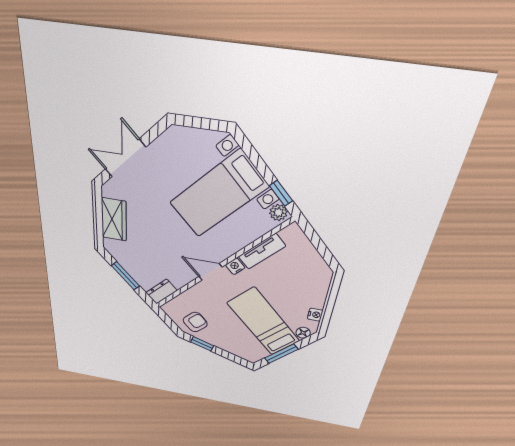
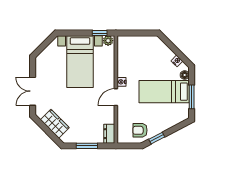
tv unit: (262, 251) -> (122, 63), removed
armchair: (195, 322) -> (140, 130), turned -91

